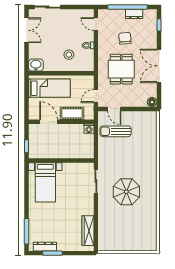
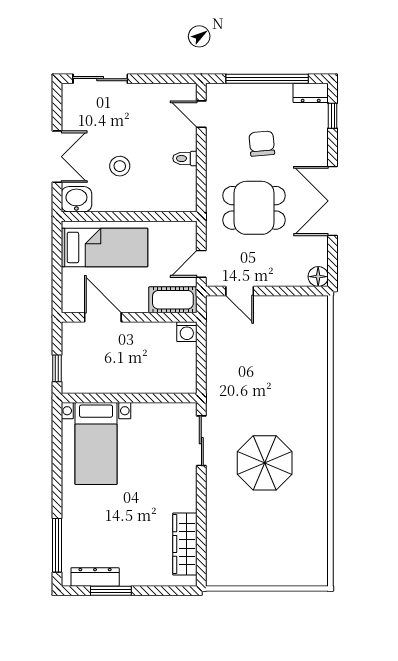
dresser: (134, 14) -> (311, 93), moved
double door: (26, 30) -> (57, 157), moved
stool: (69, 55) -> (120, 166), moved
dining table: (121, 69) -> (254, 208), turned 90
cot: (72, 113) -> (173, 300), moved
sun lounger: (116, 131) -> (242, 337), removed

